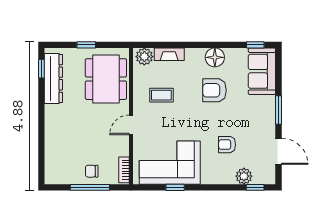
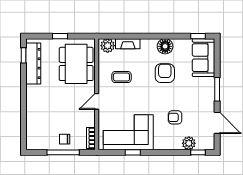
armchair: (214, 90) -> (165, 73), turned 90

